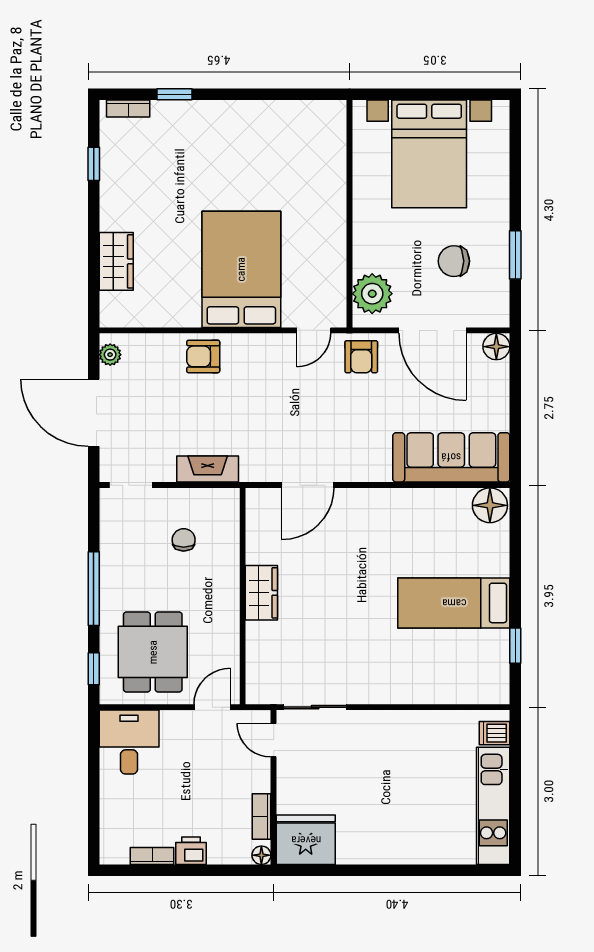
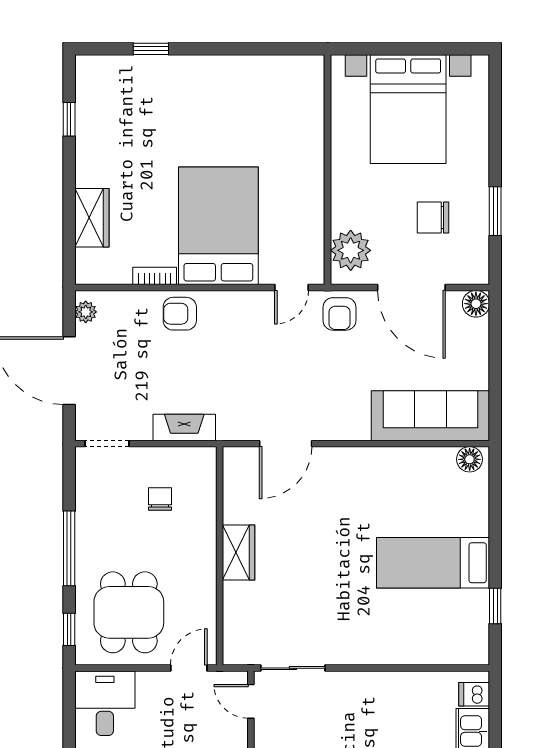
bookcase: (128, 108) -> (155, 276), moved, turned 180
floor lamp: (490, 505) -> (470, 459), width x0.73, depth x0.73

